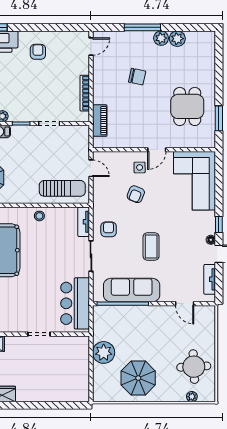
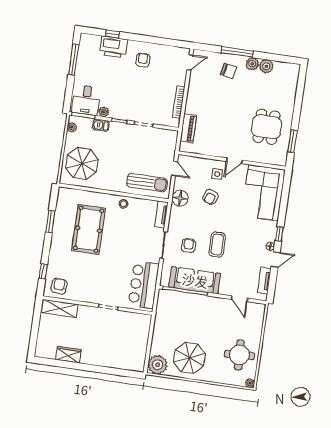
chair: (137, 77) -> (229, 71), moved
floor lamp: (102, 201) -> (180, 198), added
armchair: (109, 229) -> (189, 246), moved
plant: (104, 352) -> (158, 365), moved
plant: (192, 397) -> (250, 383), moved

